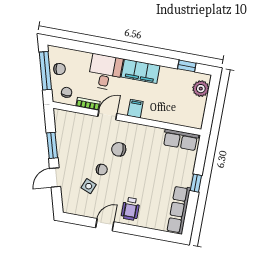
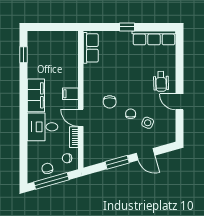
plant: (201, 89) -> (41, 38), removed
wheelchair: (130, 209) -> (161, 81), turned 88

